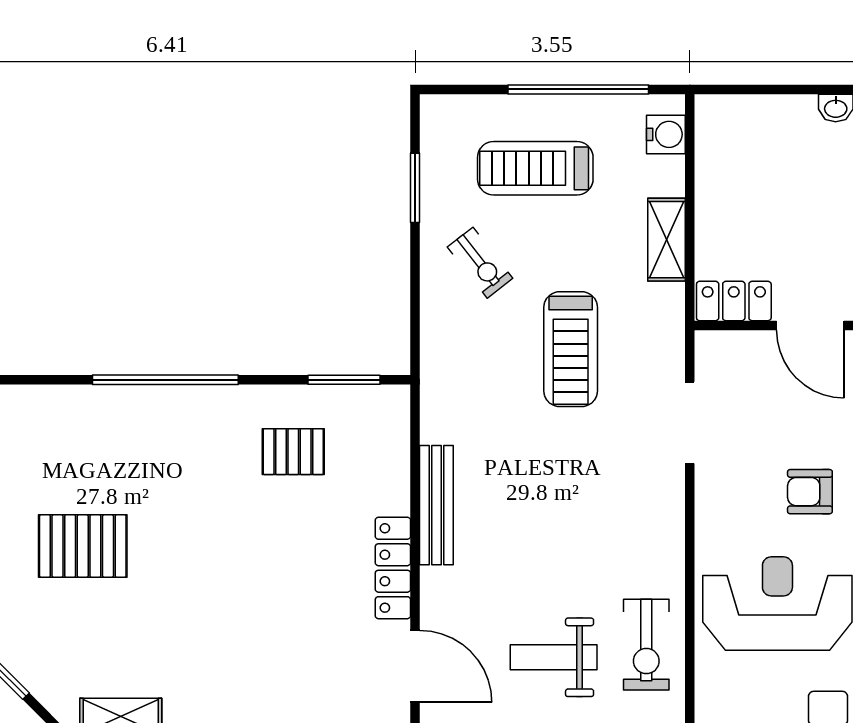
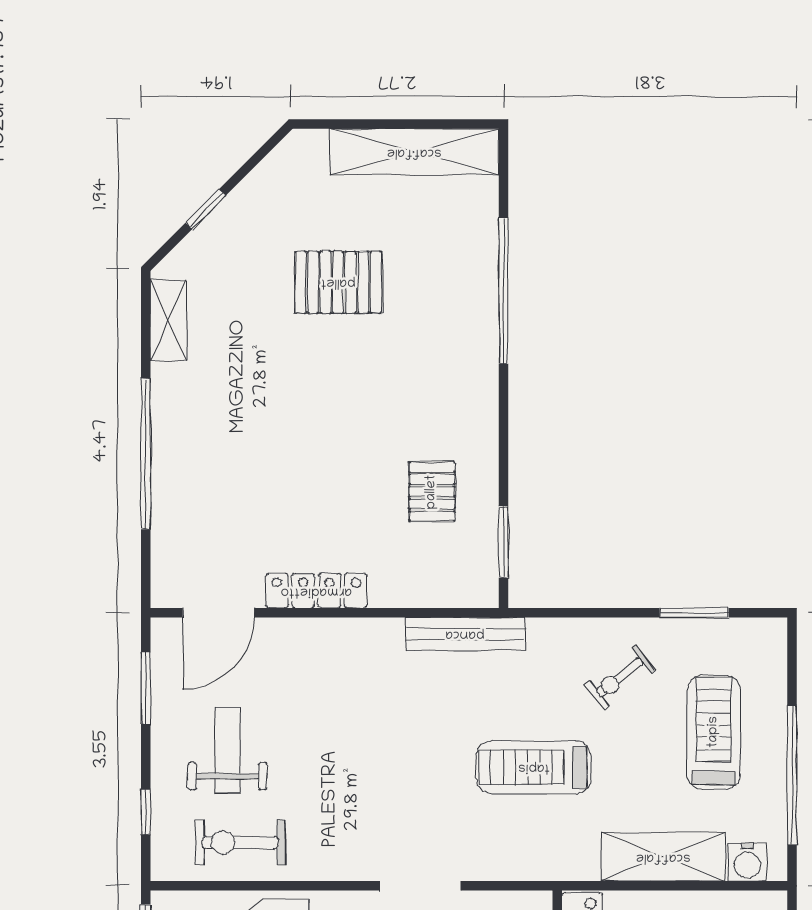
shelving: (667, 240) -> (663, 857), width x1.50, depth x1.33
window: (165, 380) -> (503, 291), moved
doorway: (690, 423) -> (420, 886), moved
bench: (436, 505) -> (465, 634), moved
pallet: (83, 546) -> (338, 282), turned 90

